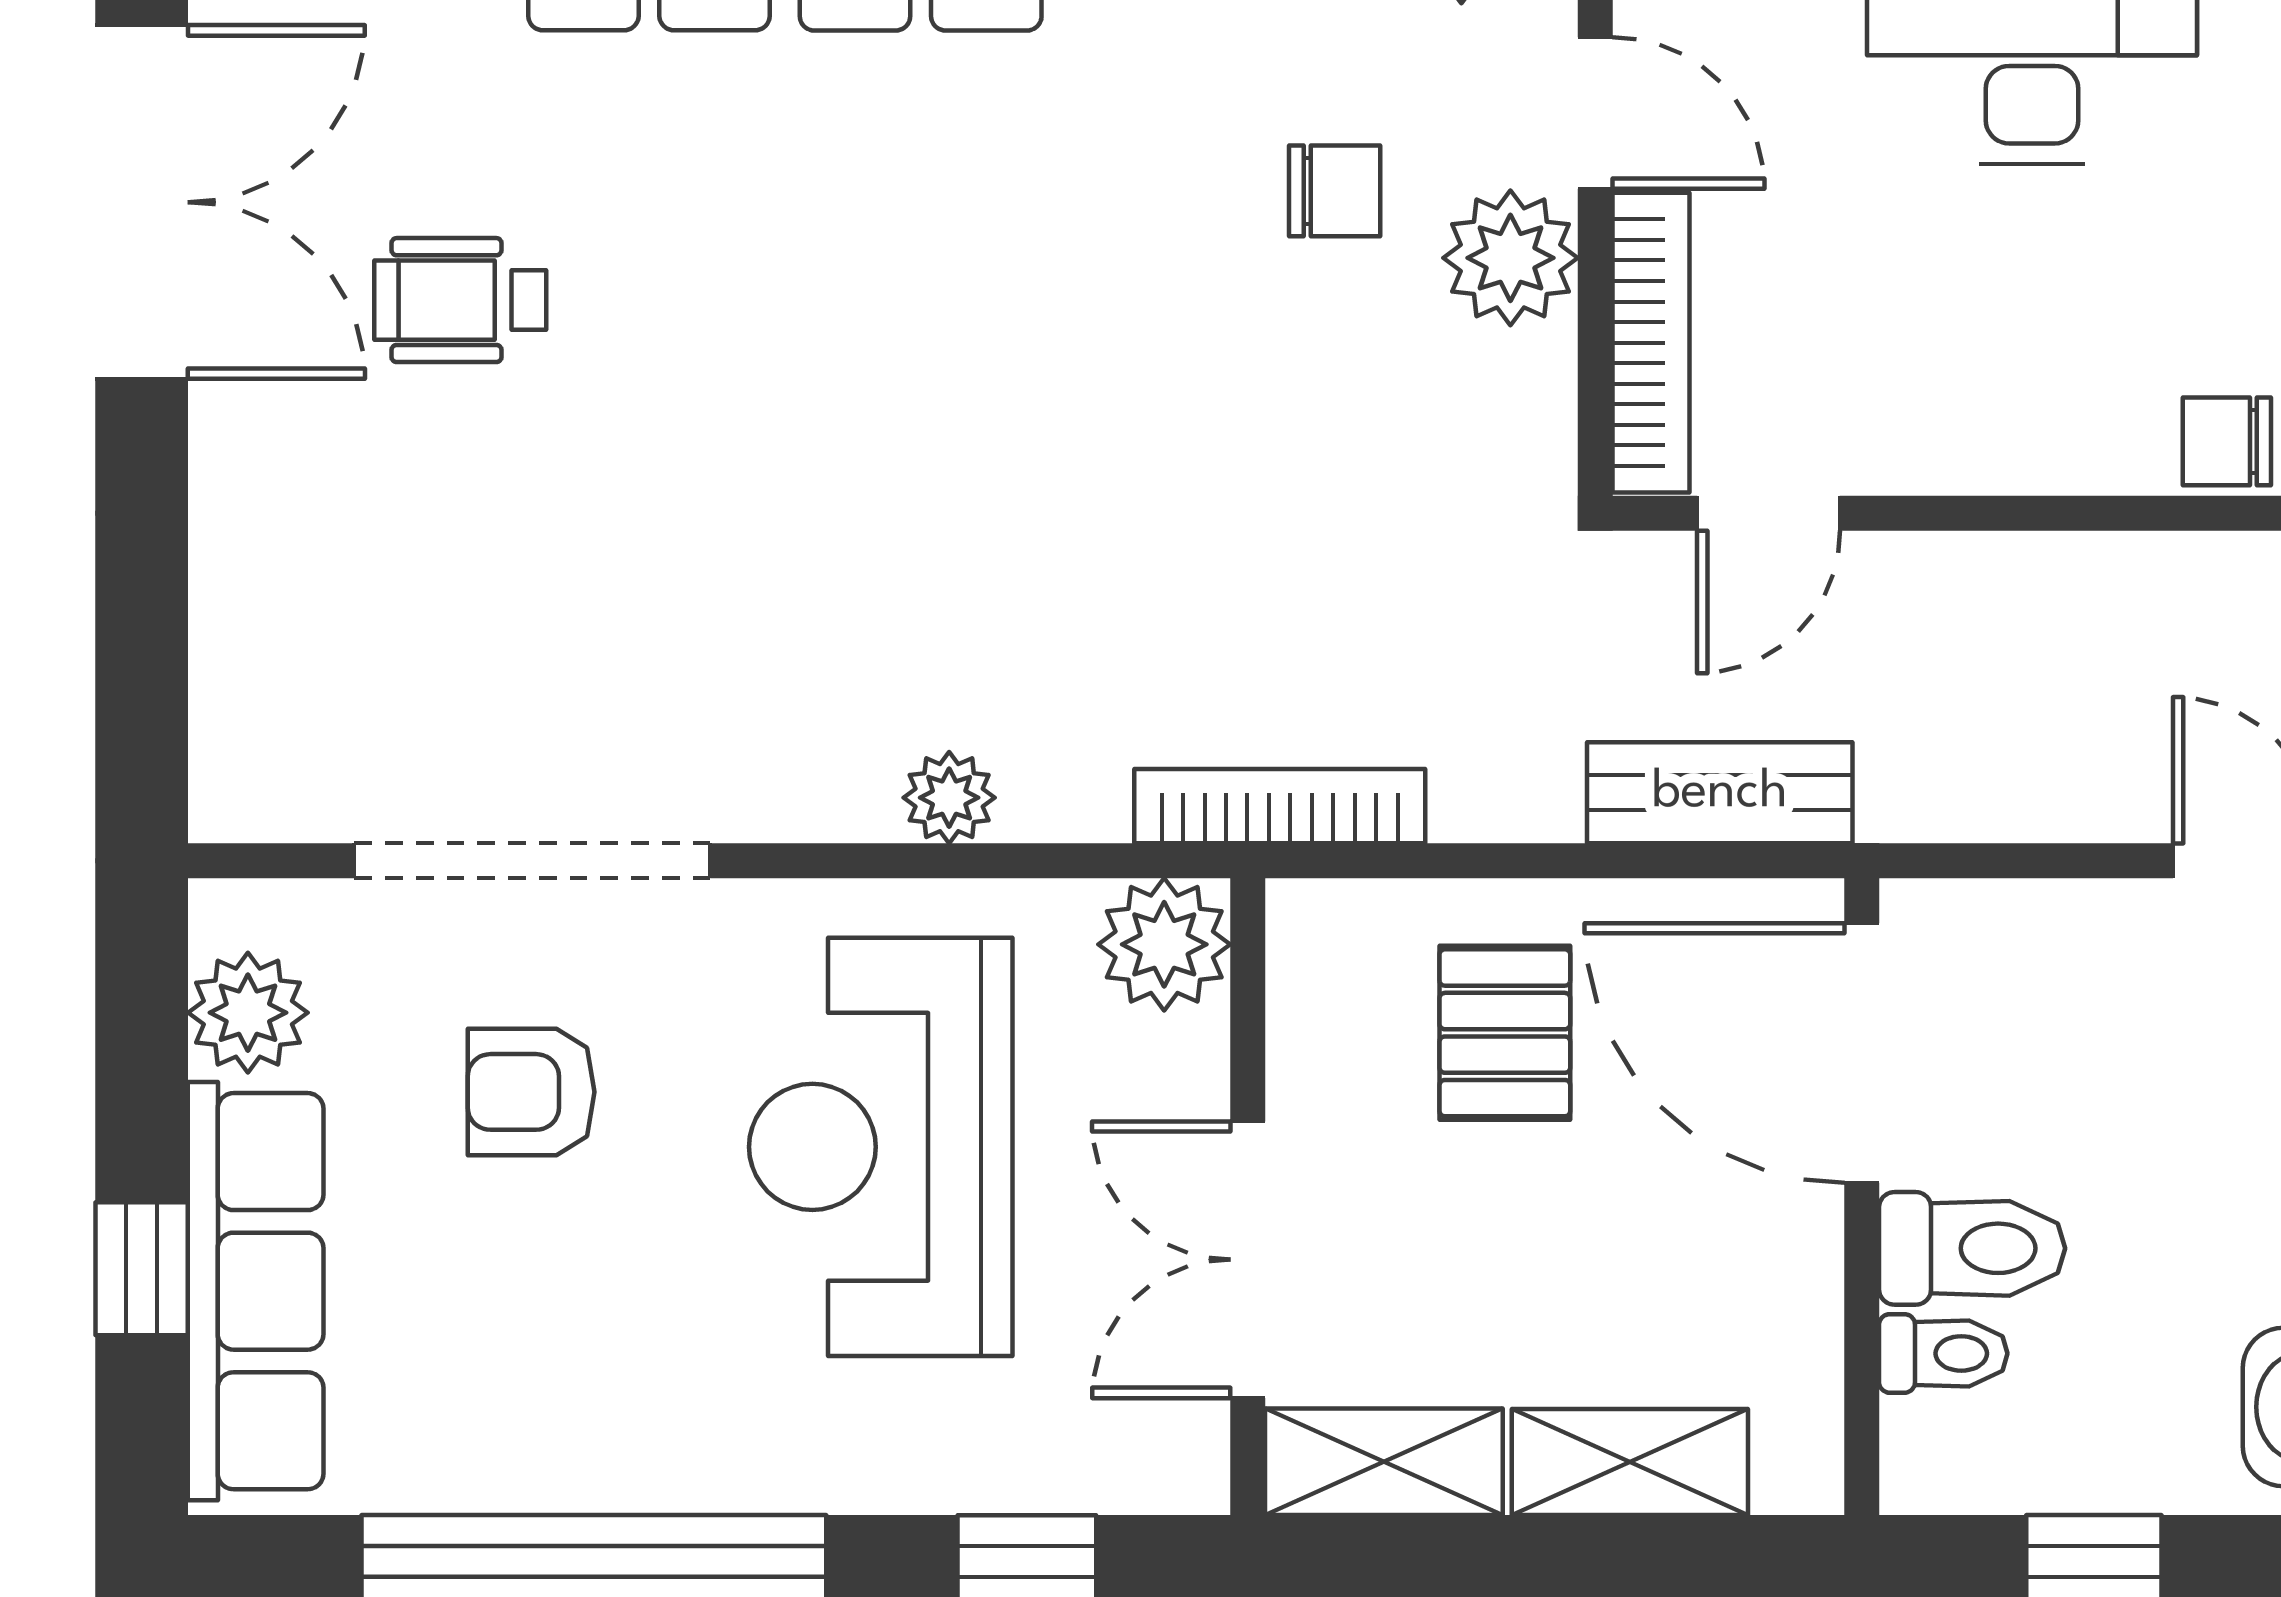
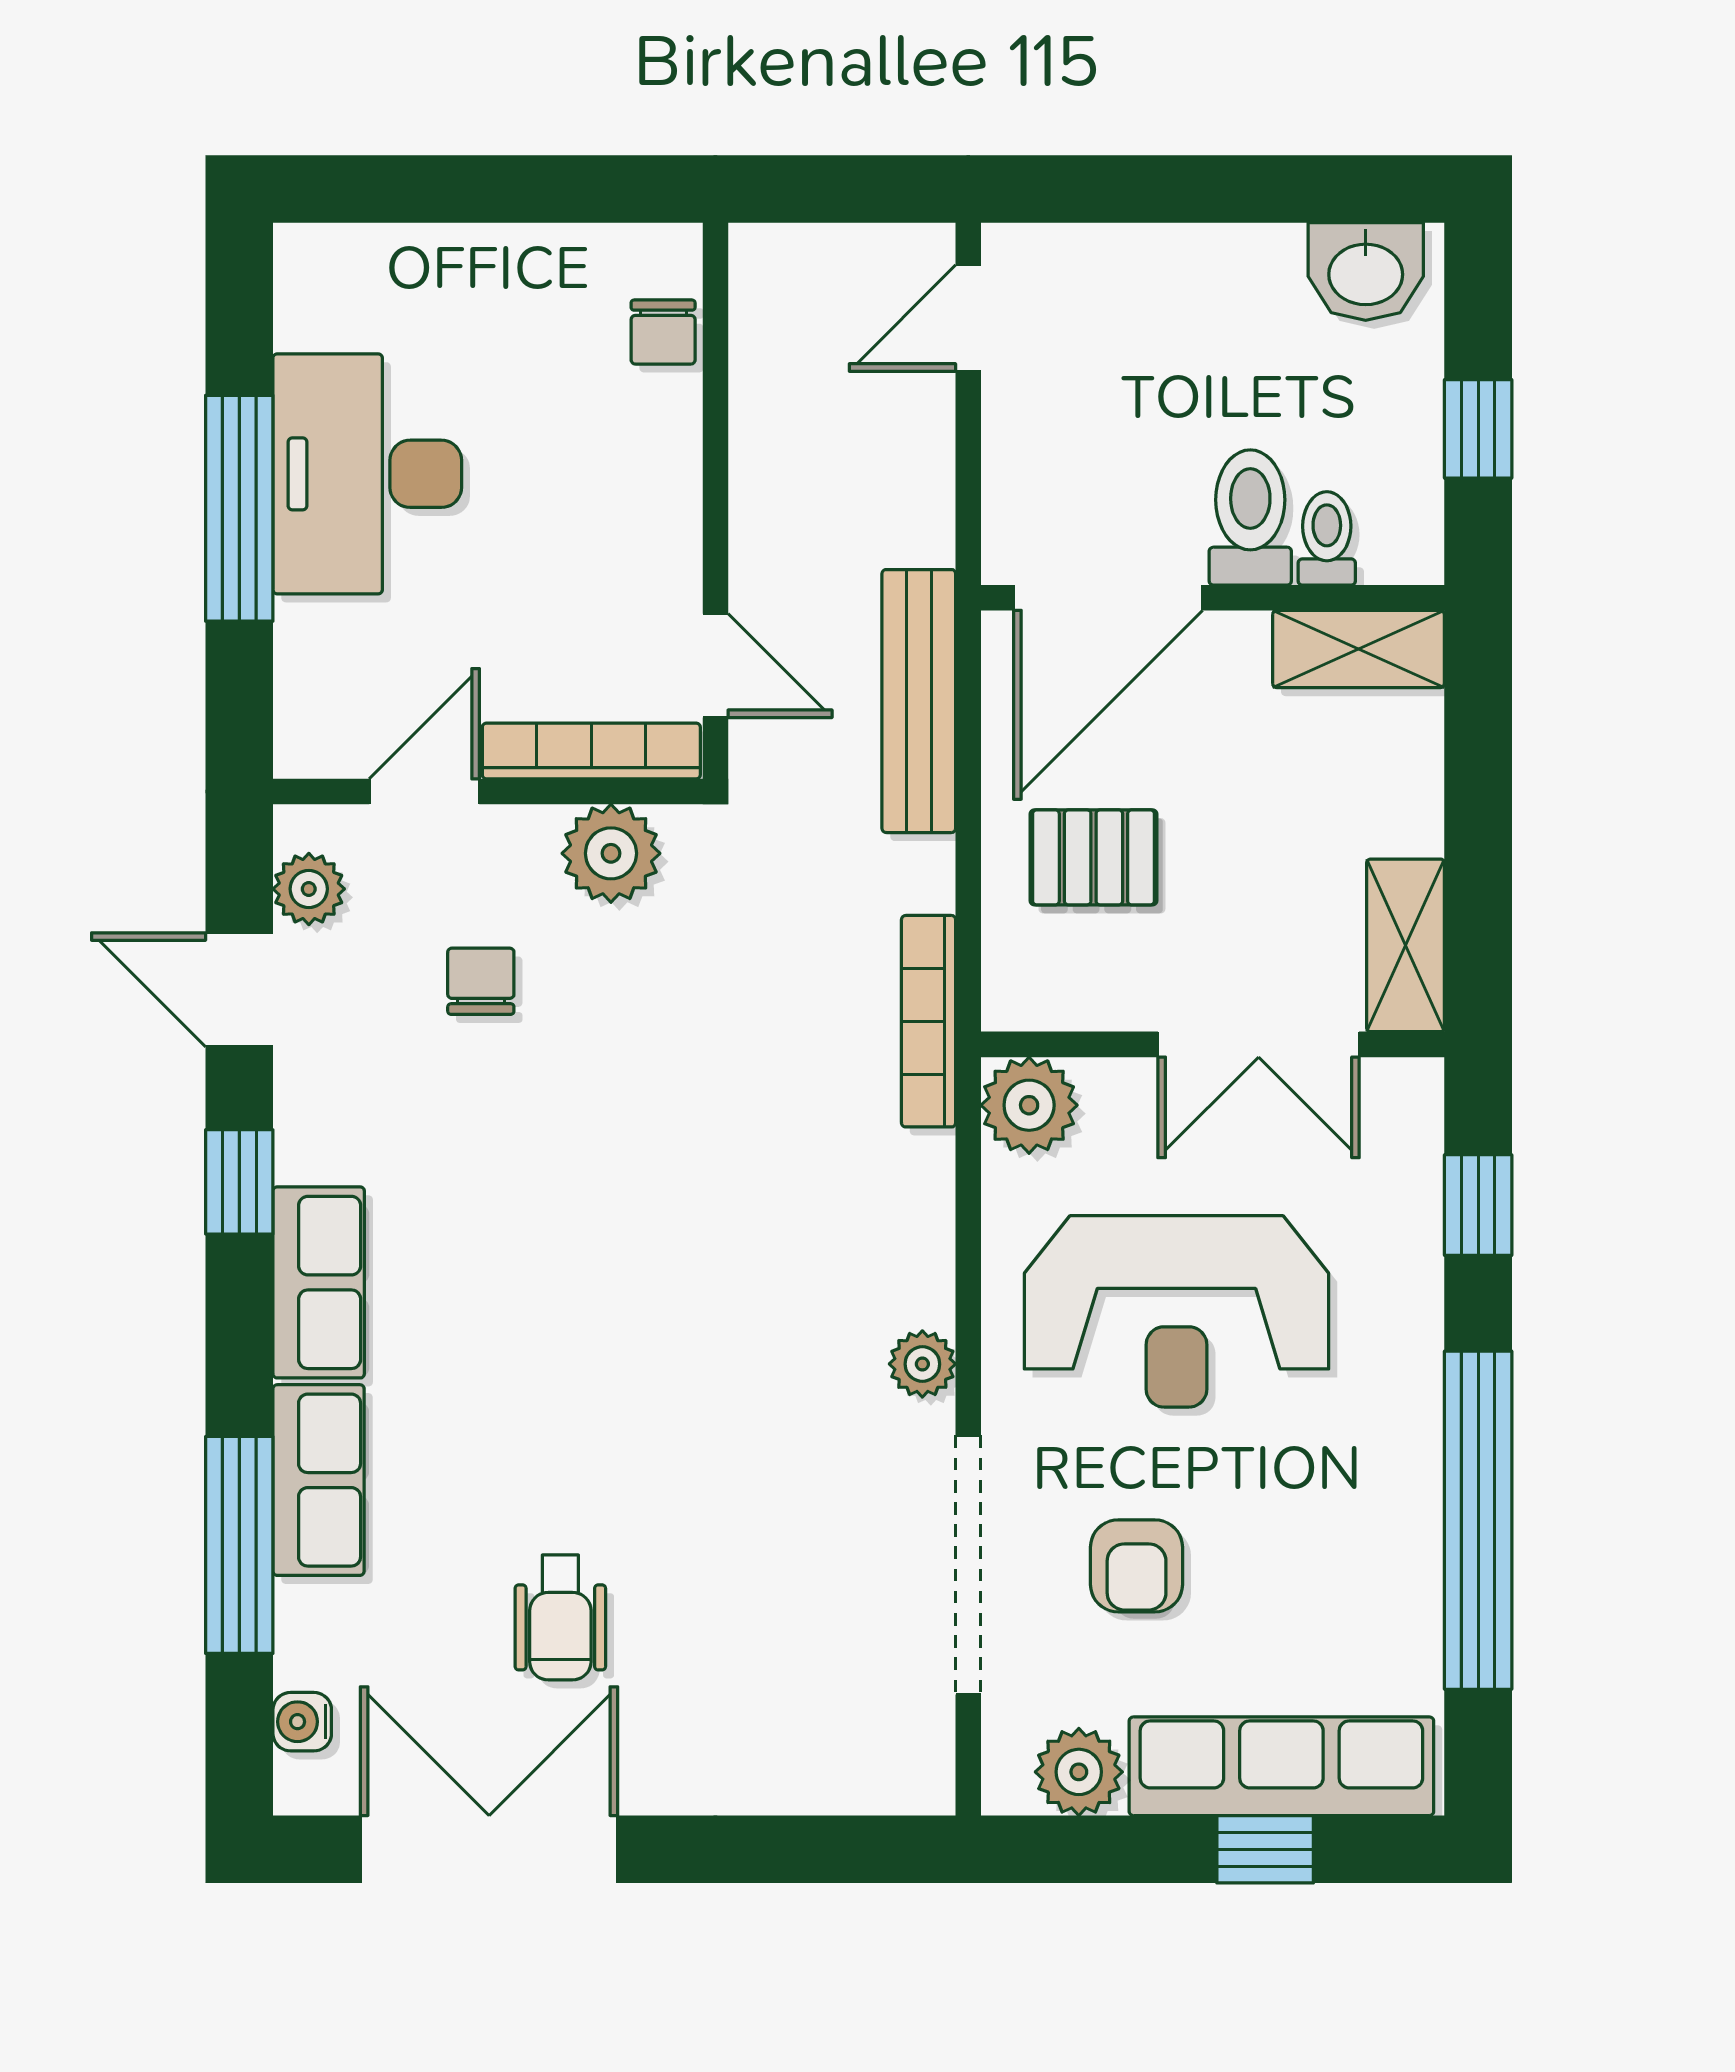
plant: (1510, 258) -> (611, 853), moved
bench: (1720, 793) -> (919, 701), width x1.36
plant: (949, 798) -> (922, 1364), moved
shelving: (1630, 1462) -> (1359, 649), moved, turned 90

